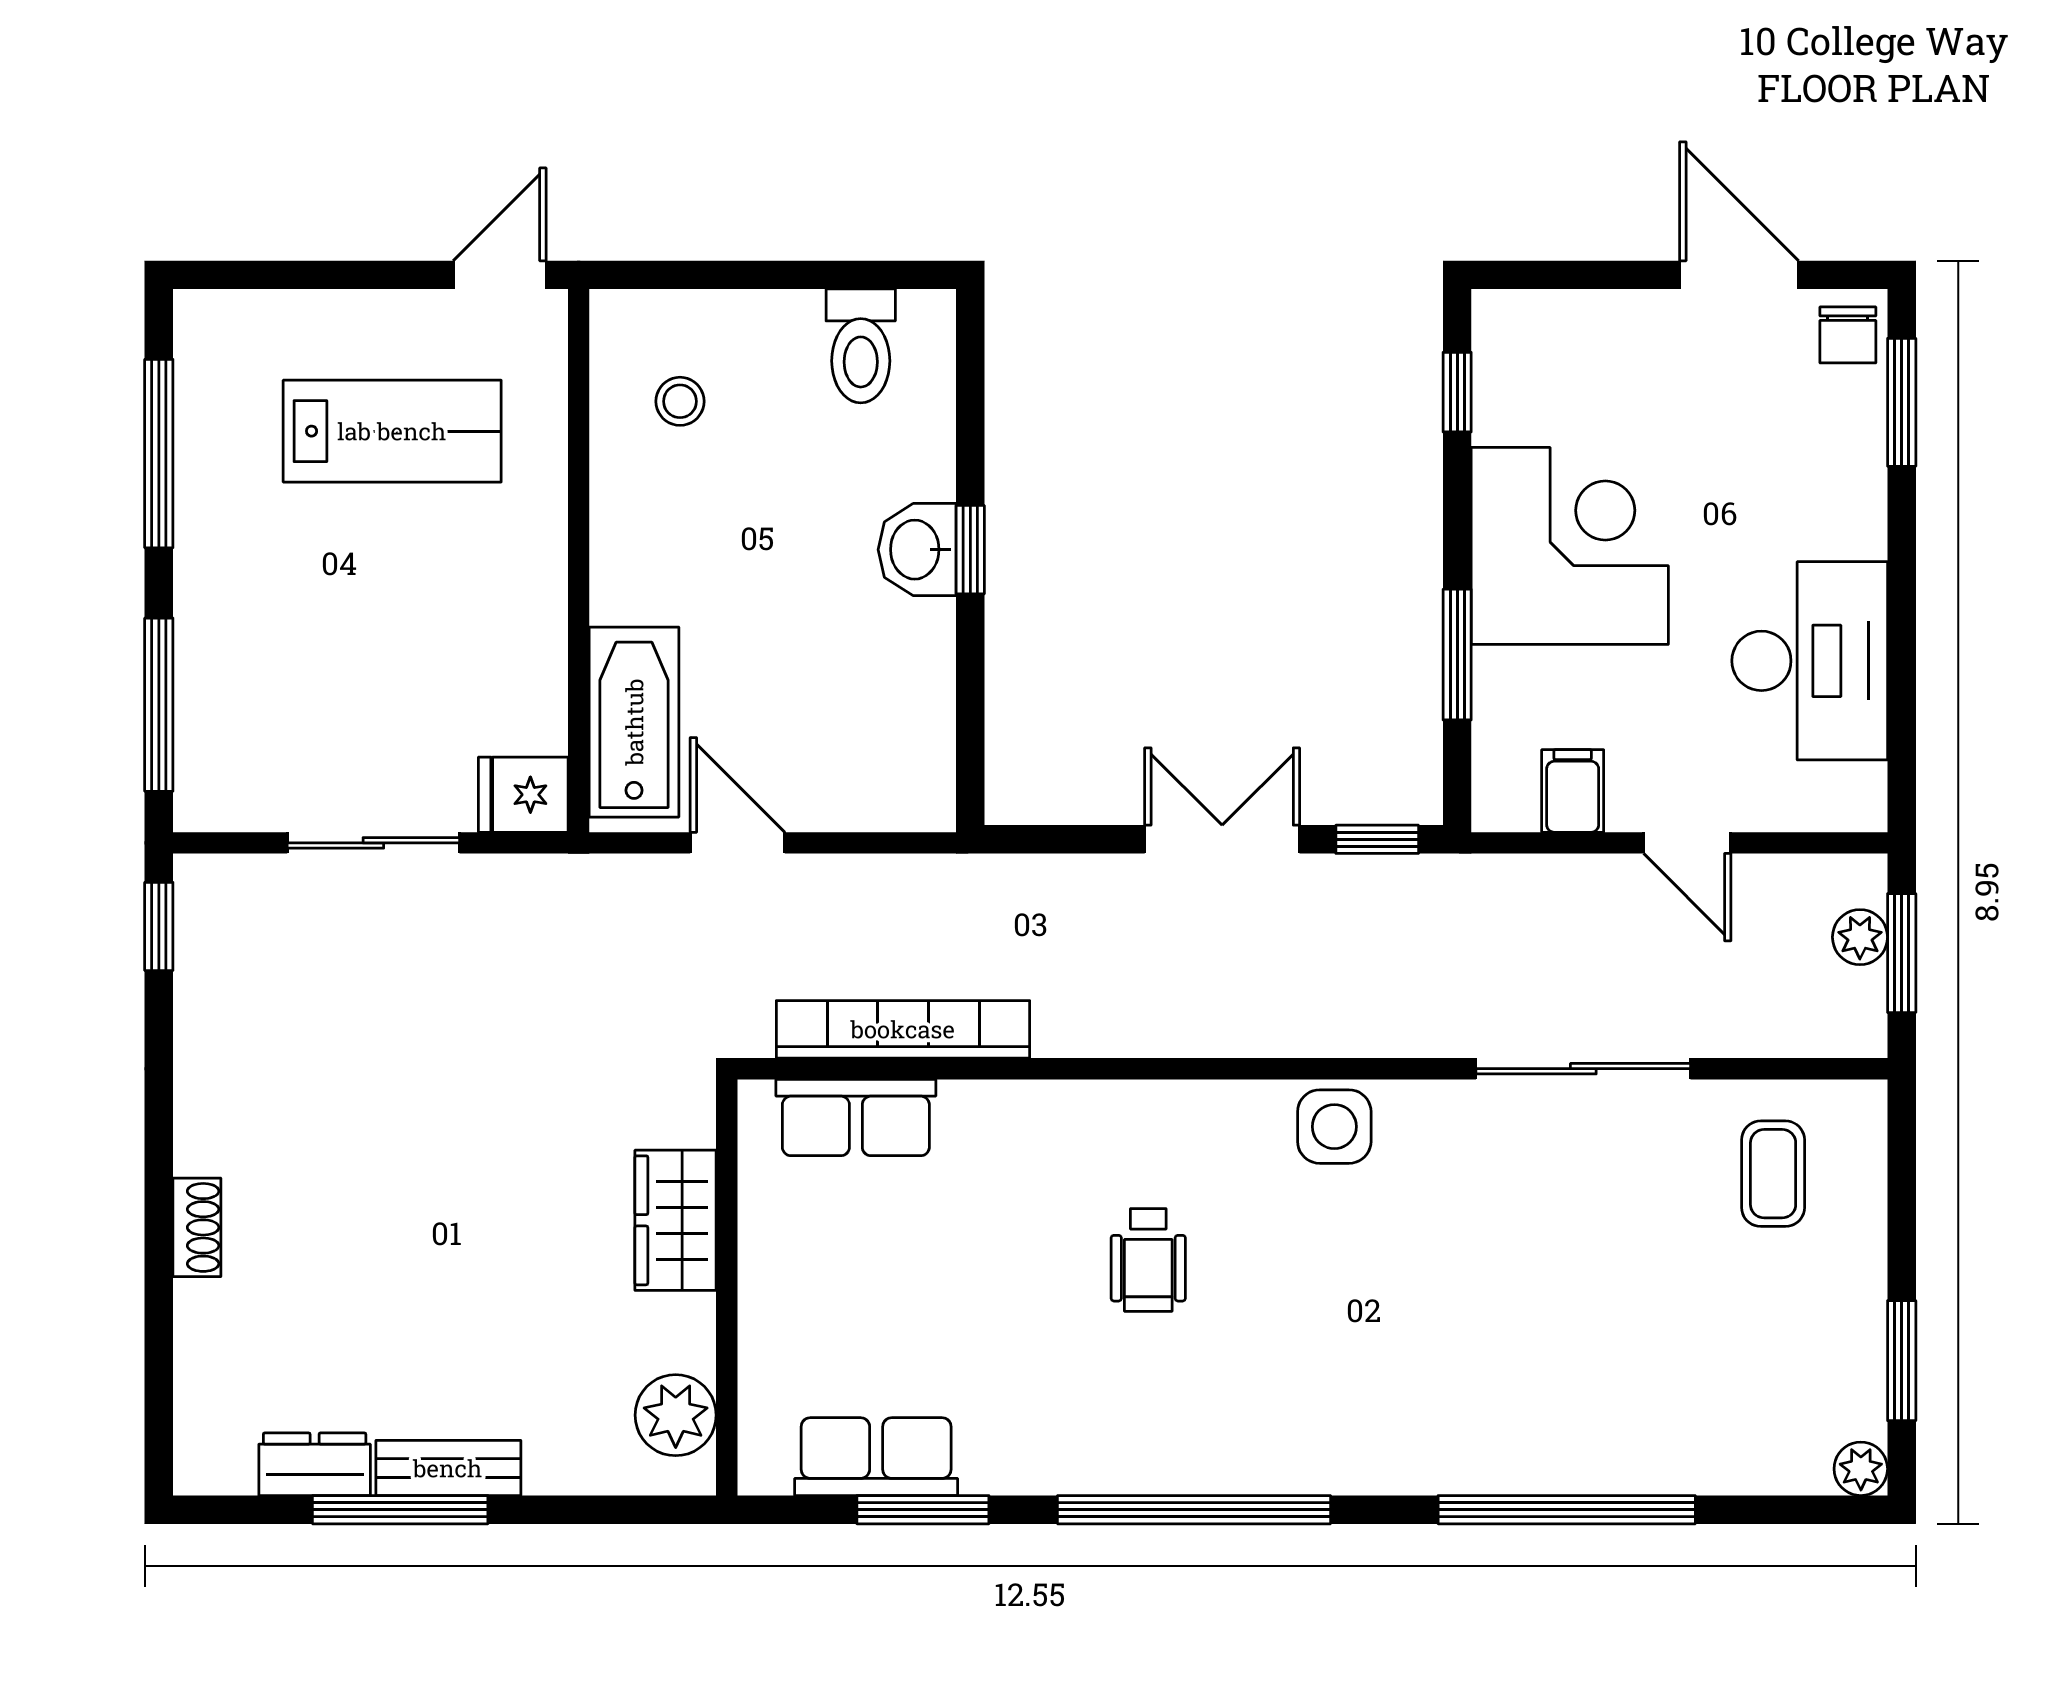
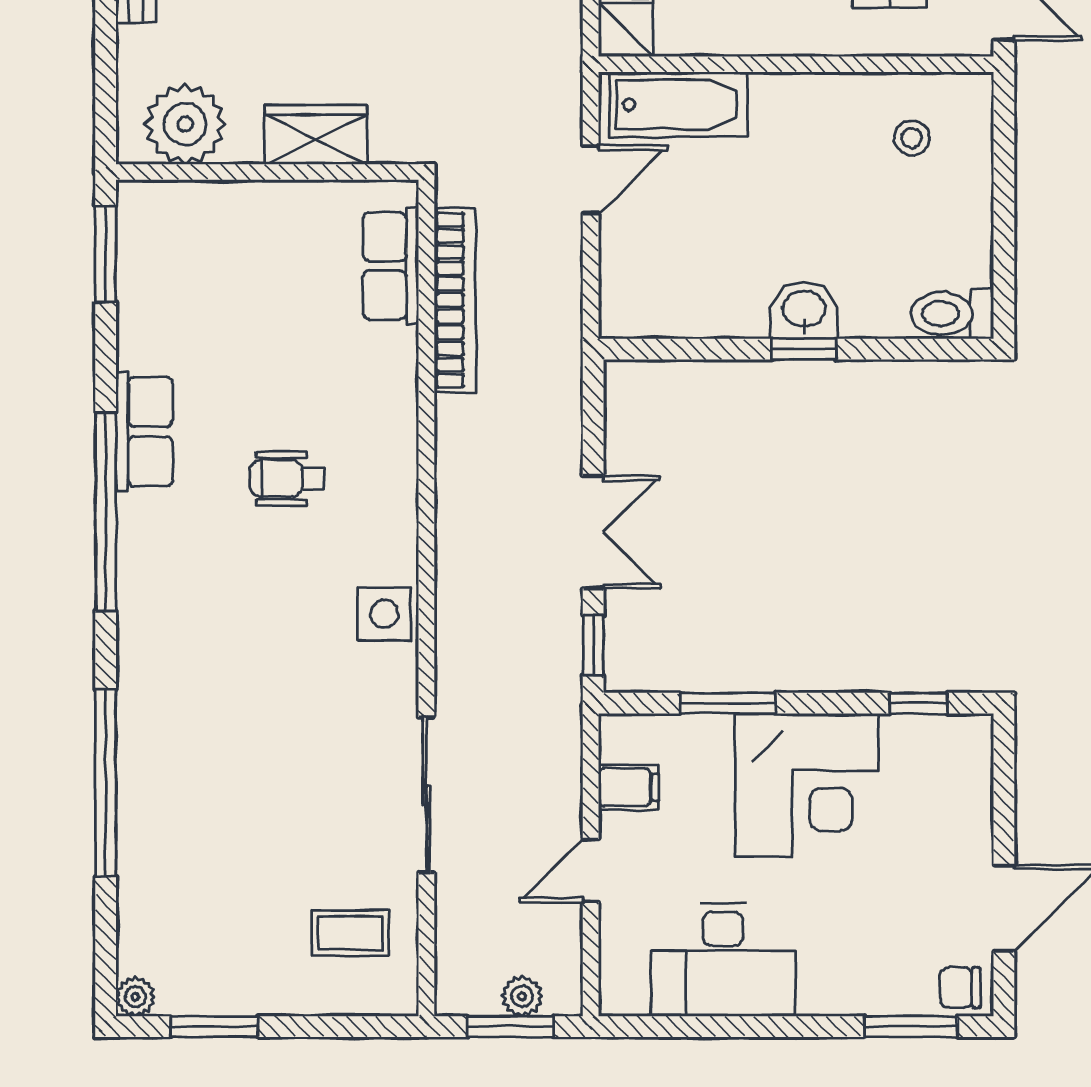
toilet: (861, 346) -> (952, 314), moved
plant: (676, 1415) -> (185, 124), width x1.36, depth x1.36
row of seats: (876, 1457) -> (144, 432), moved
window: (923, 1510) -> (106, 254), moved

